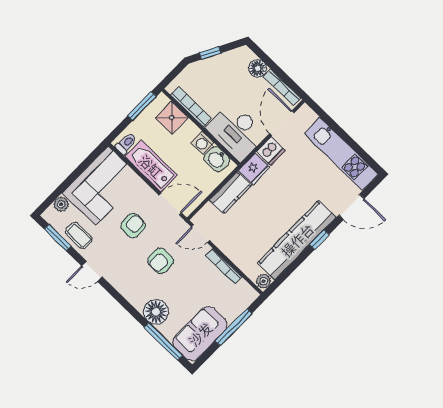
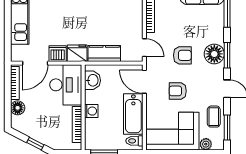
shower: (172, 118) -> (94, 129), removed
washing machine: (203, 143) -> (91, 111), moved
window: (122, 301) -> (227, 55), added
floor lamp: (156, 312) -> (214, 54), moved

